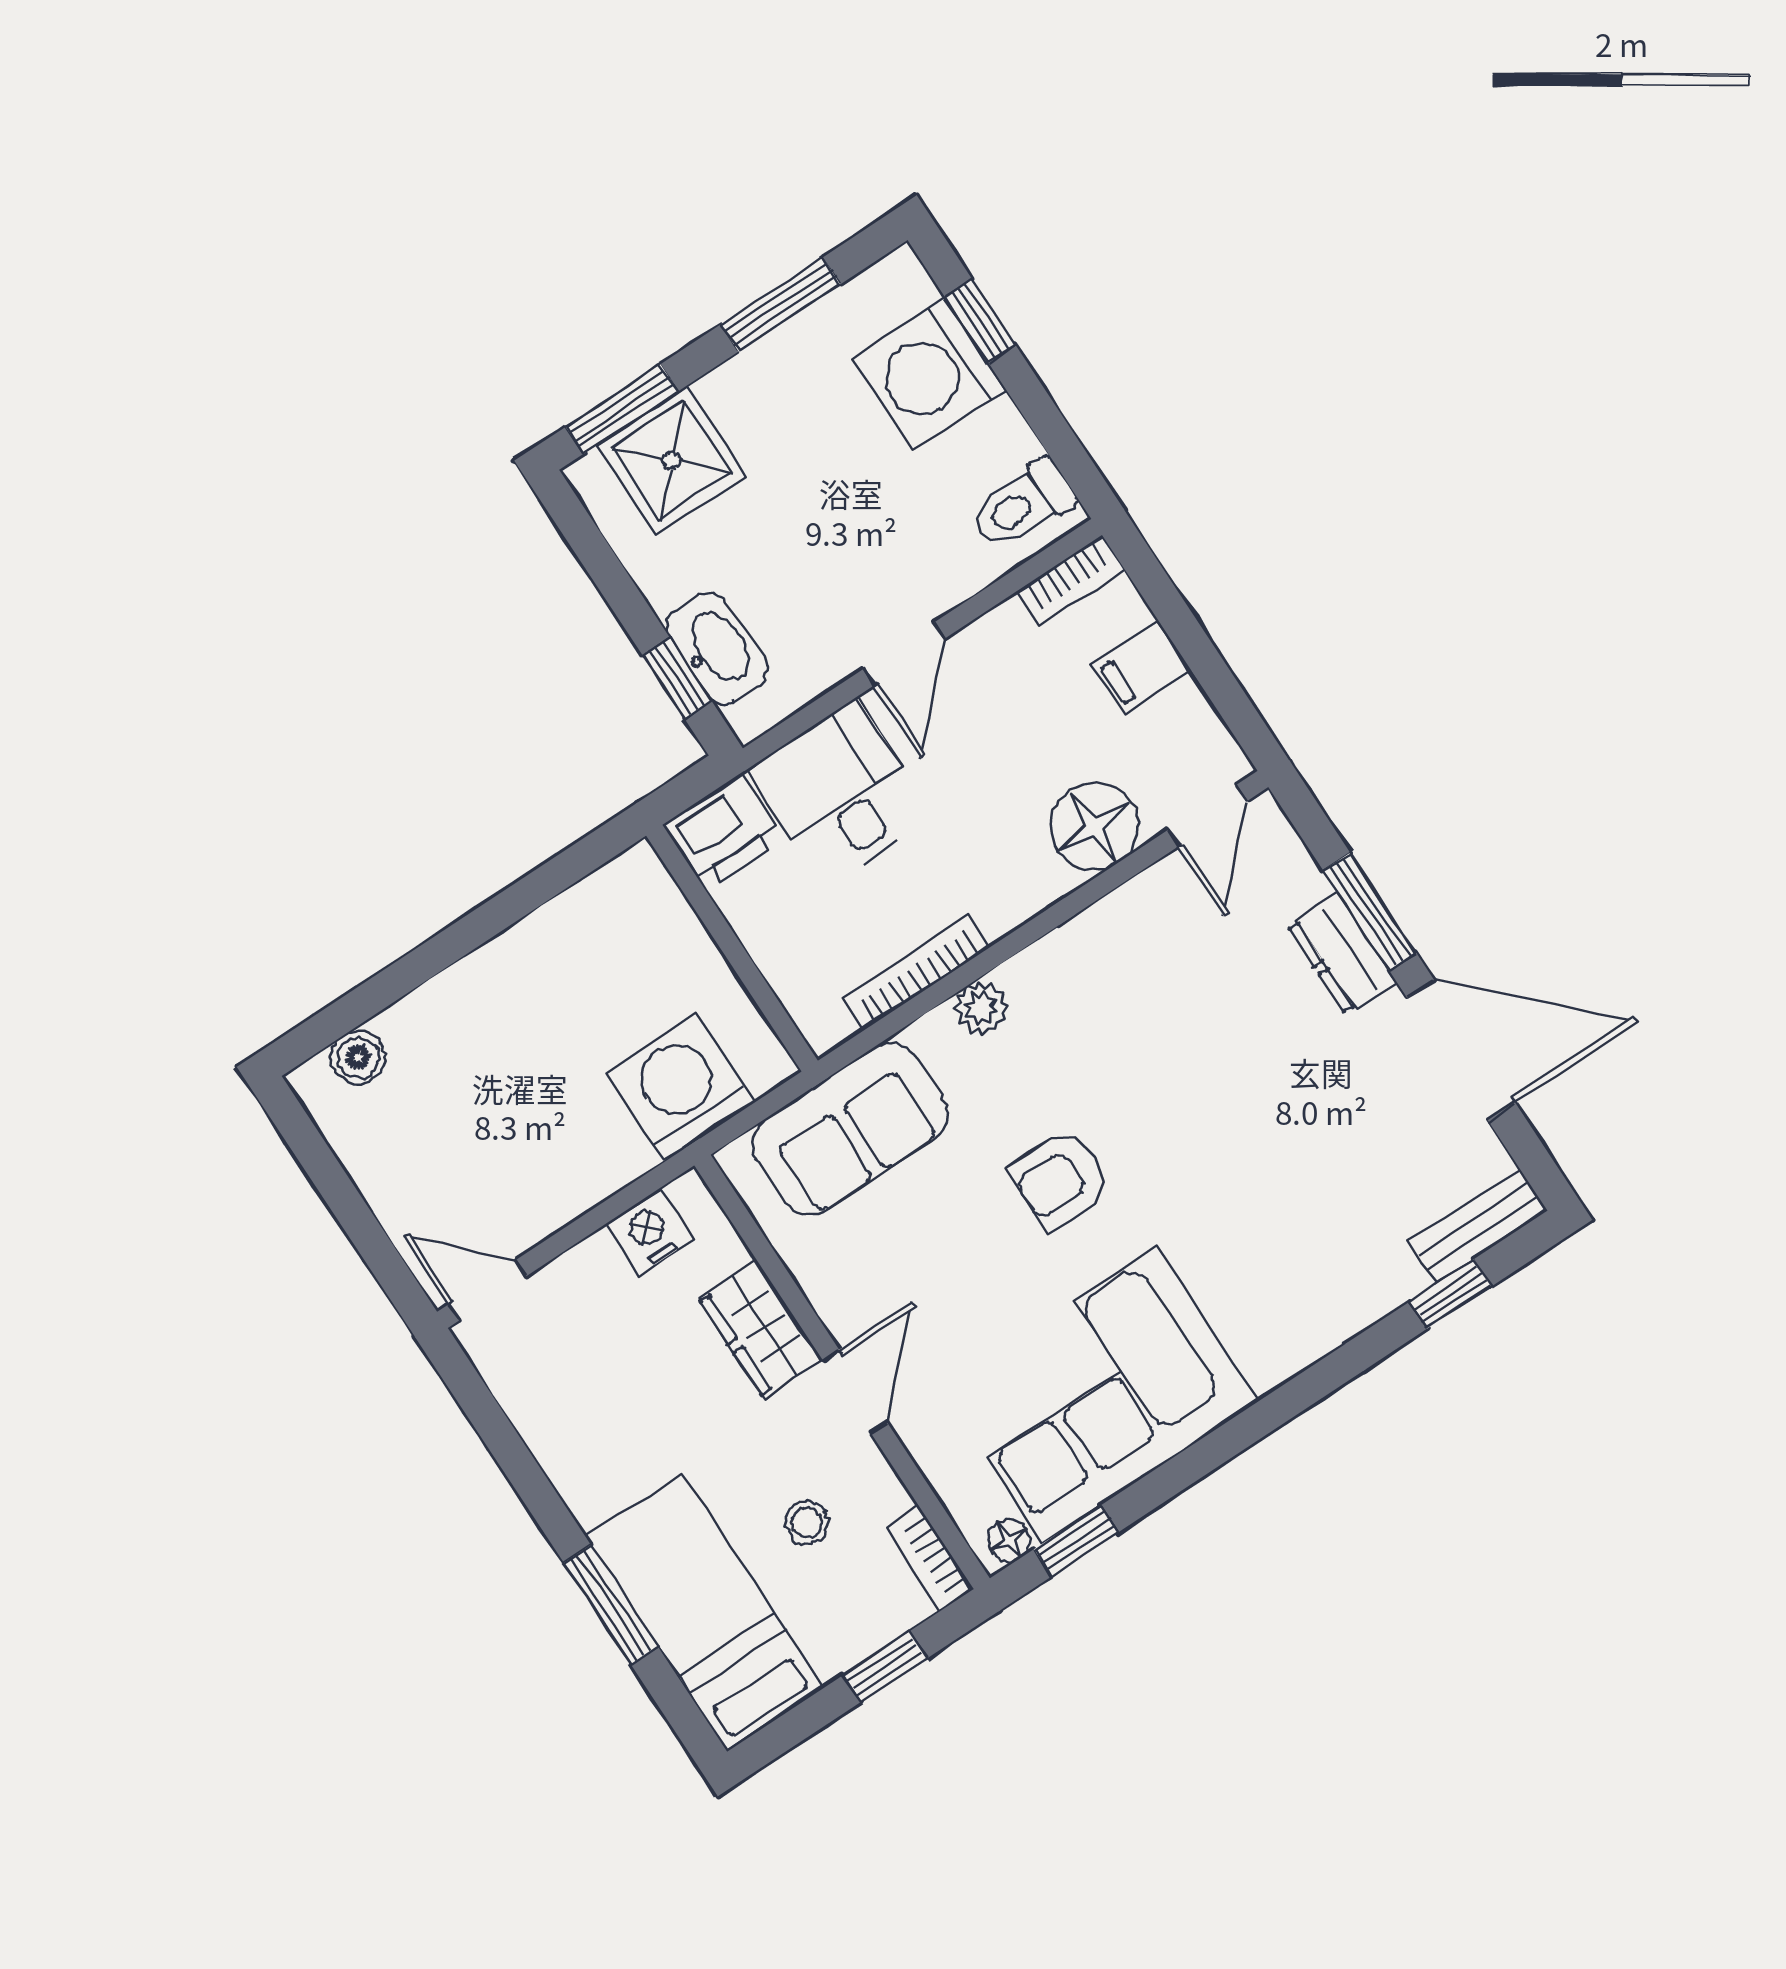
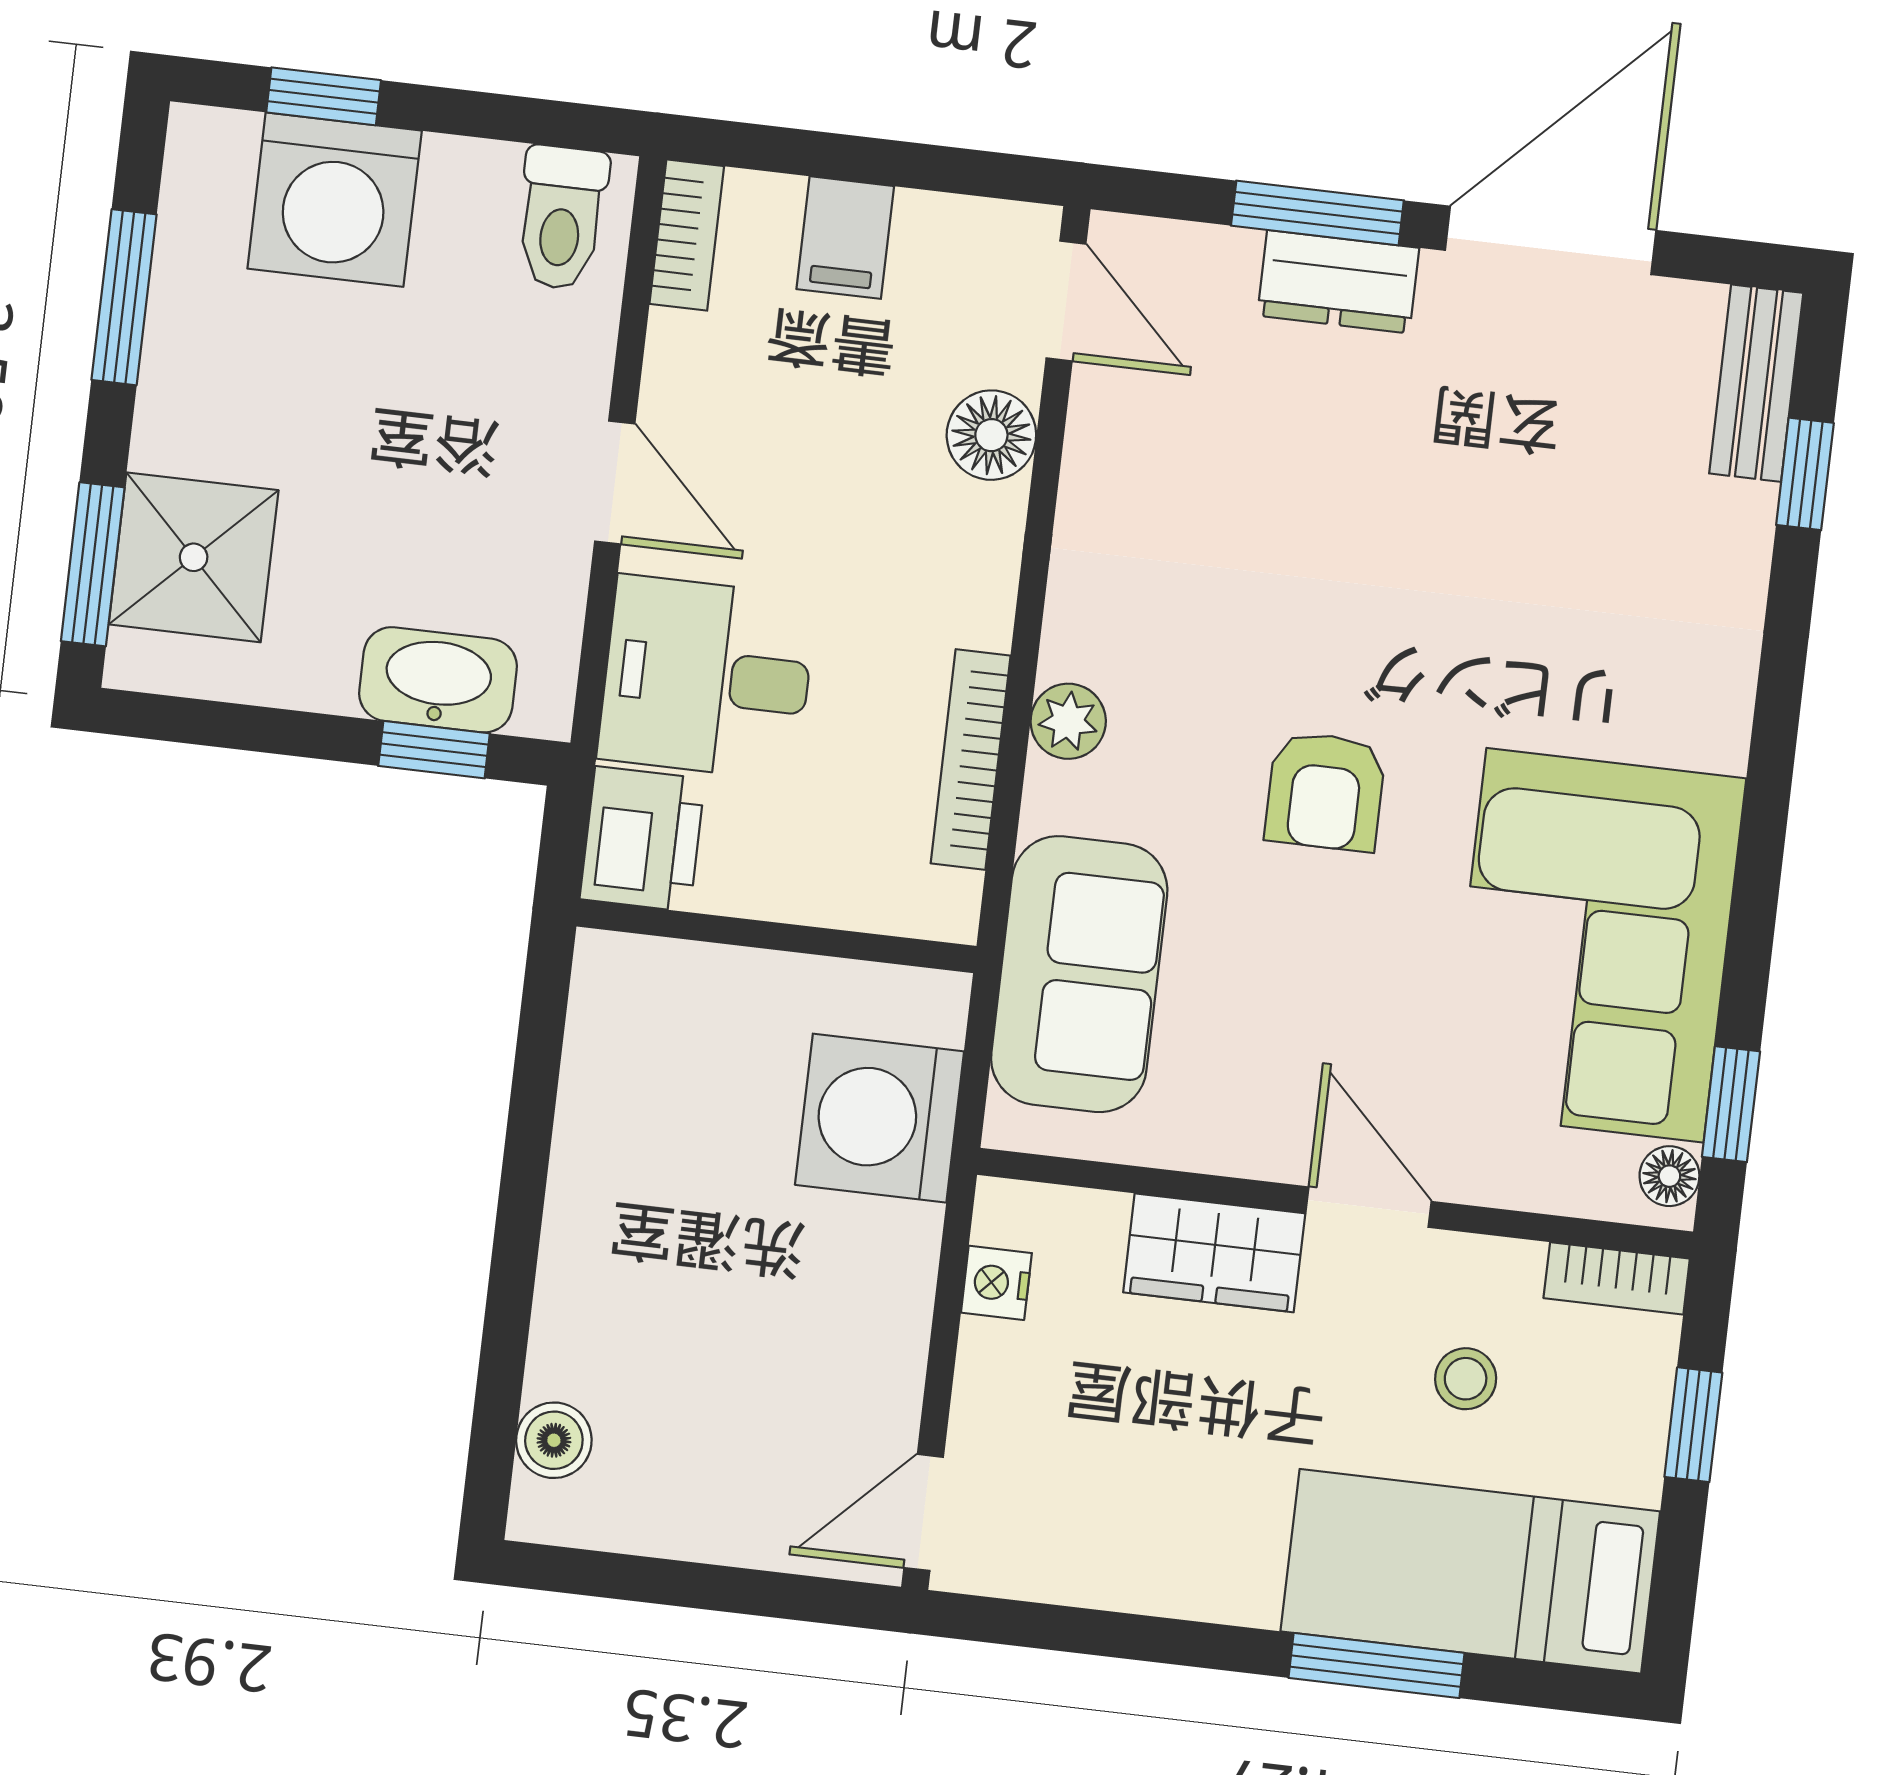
floor lamp: (1094, 826) -> (991, 435), width x0.73, depth x0.73
nightstand: (649, 1232) -> (996, 1283), width x0.72, depth x0.74

